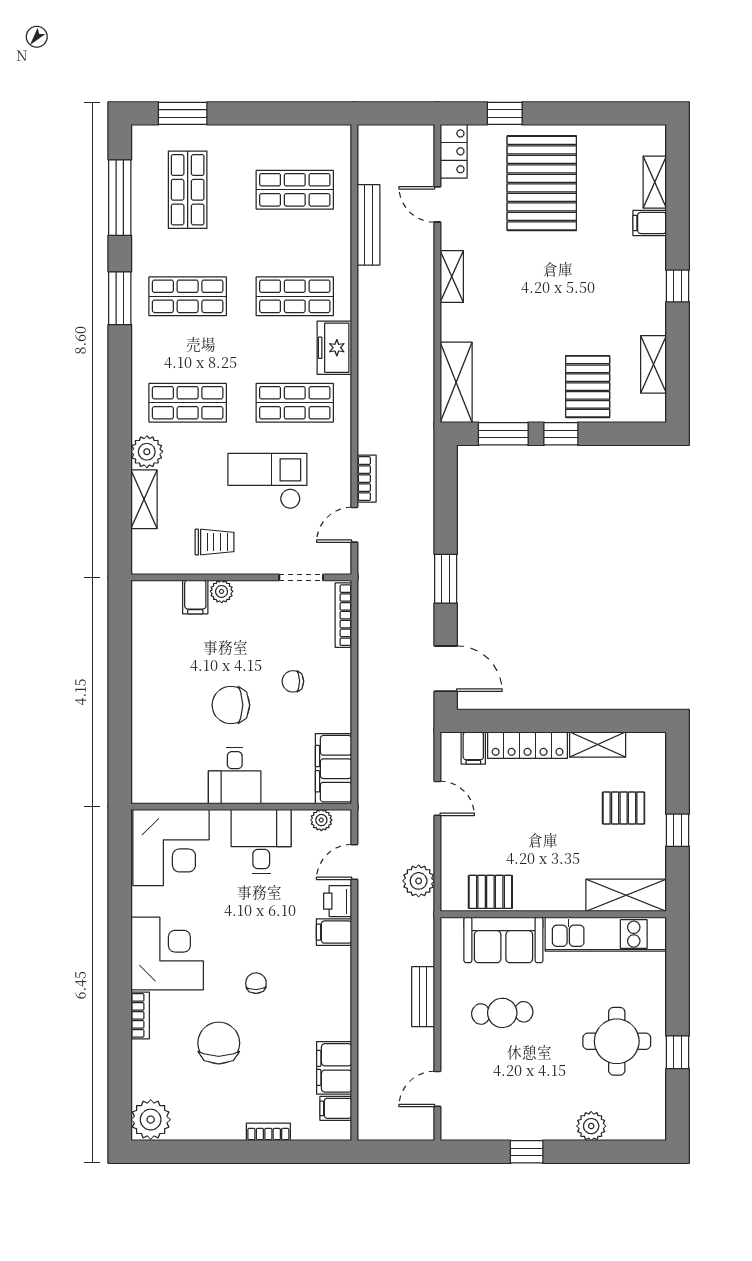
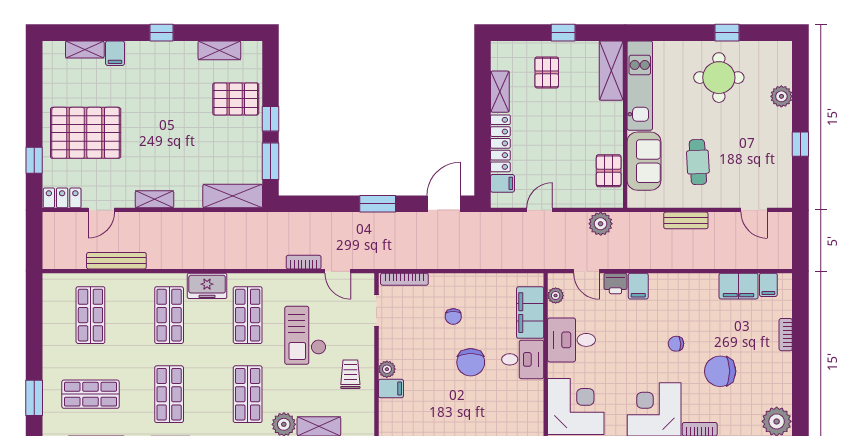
filing cabinet: (333, 769) -> (530, 313), moved, turned 90

